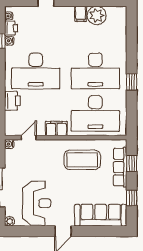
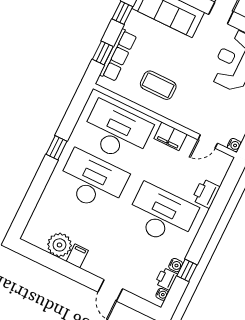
coffee table: (82, 160) -> (158, 85), width x0.73, depth x0.76

